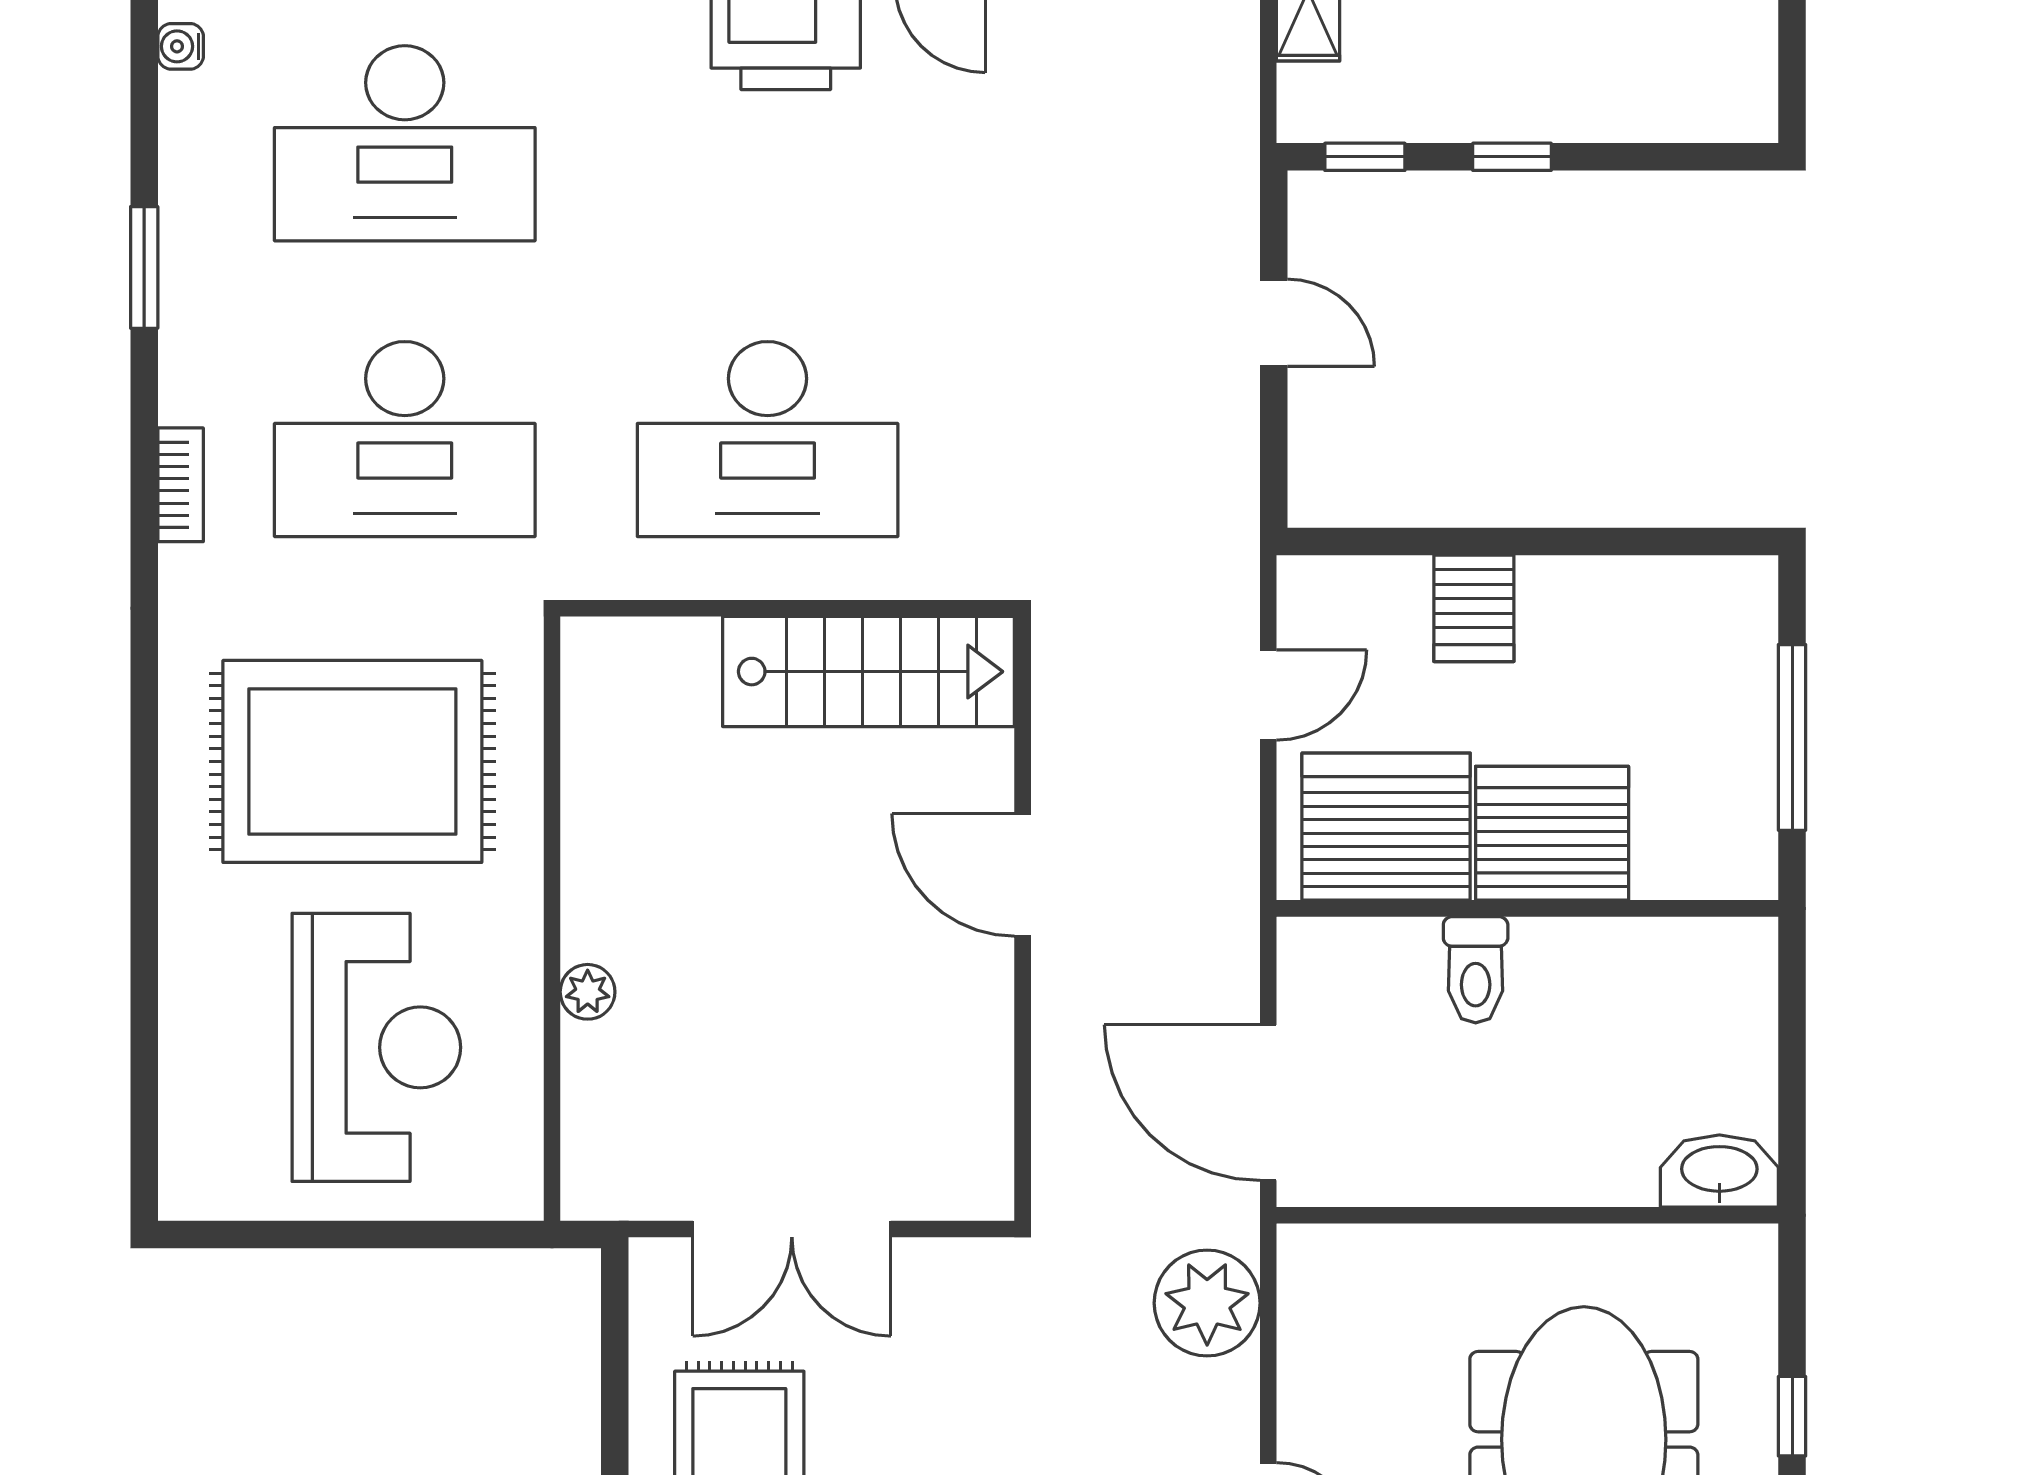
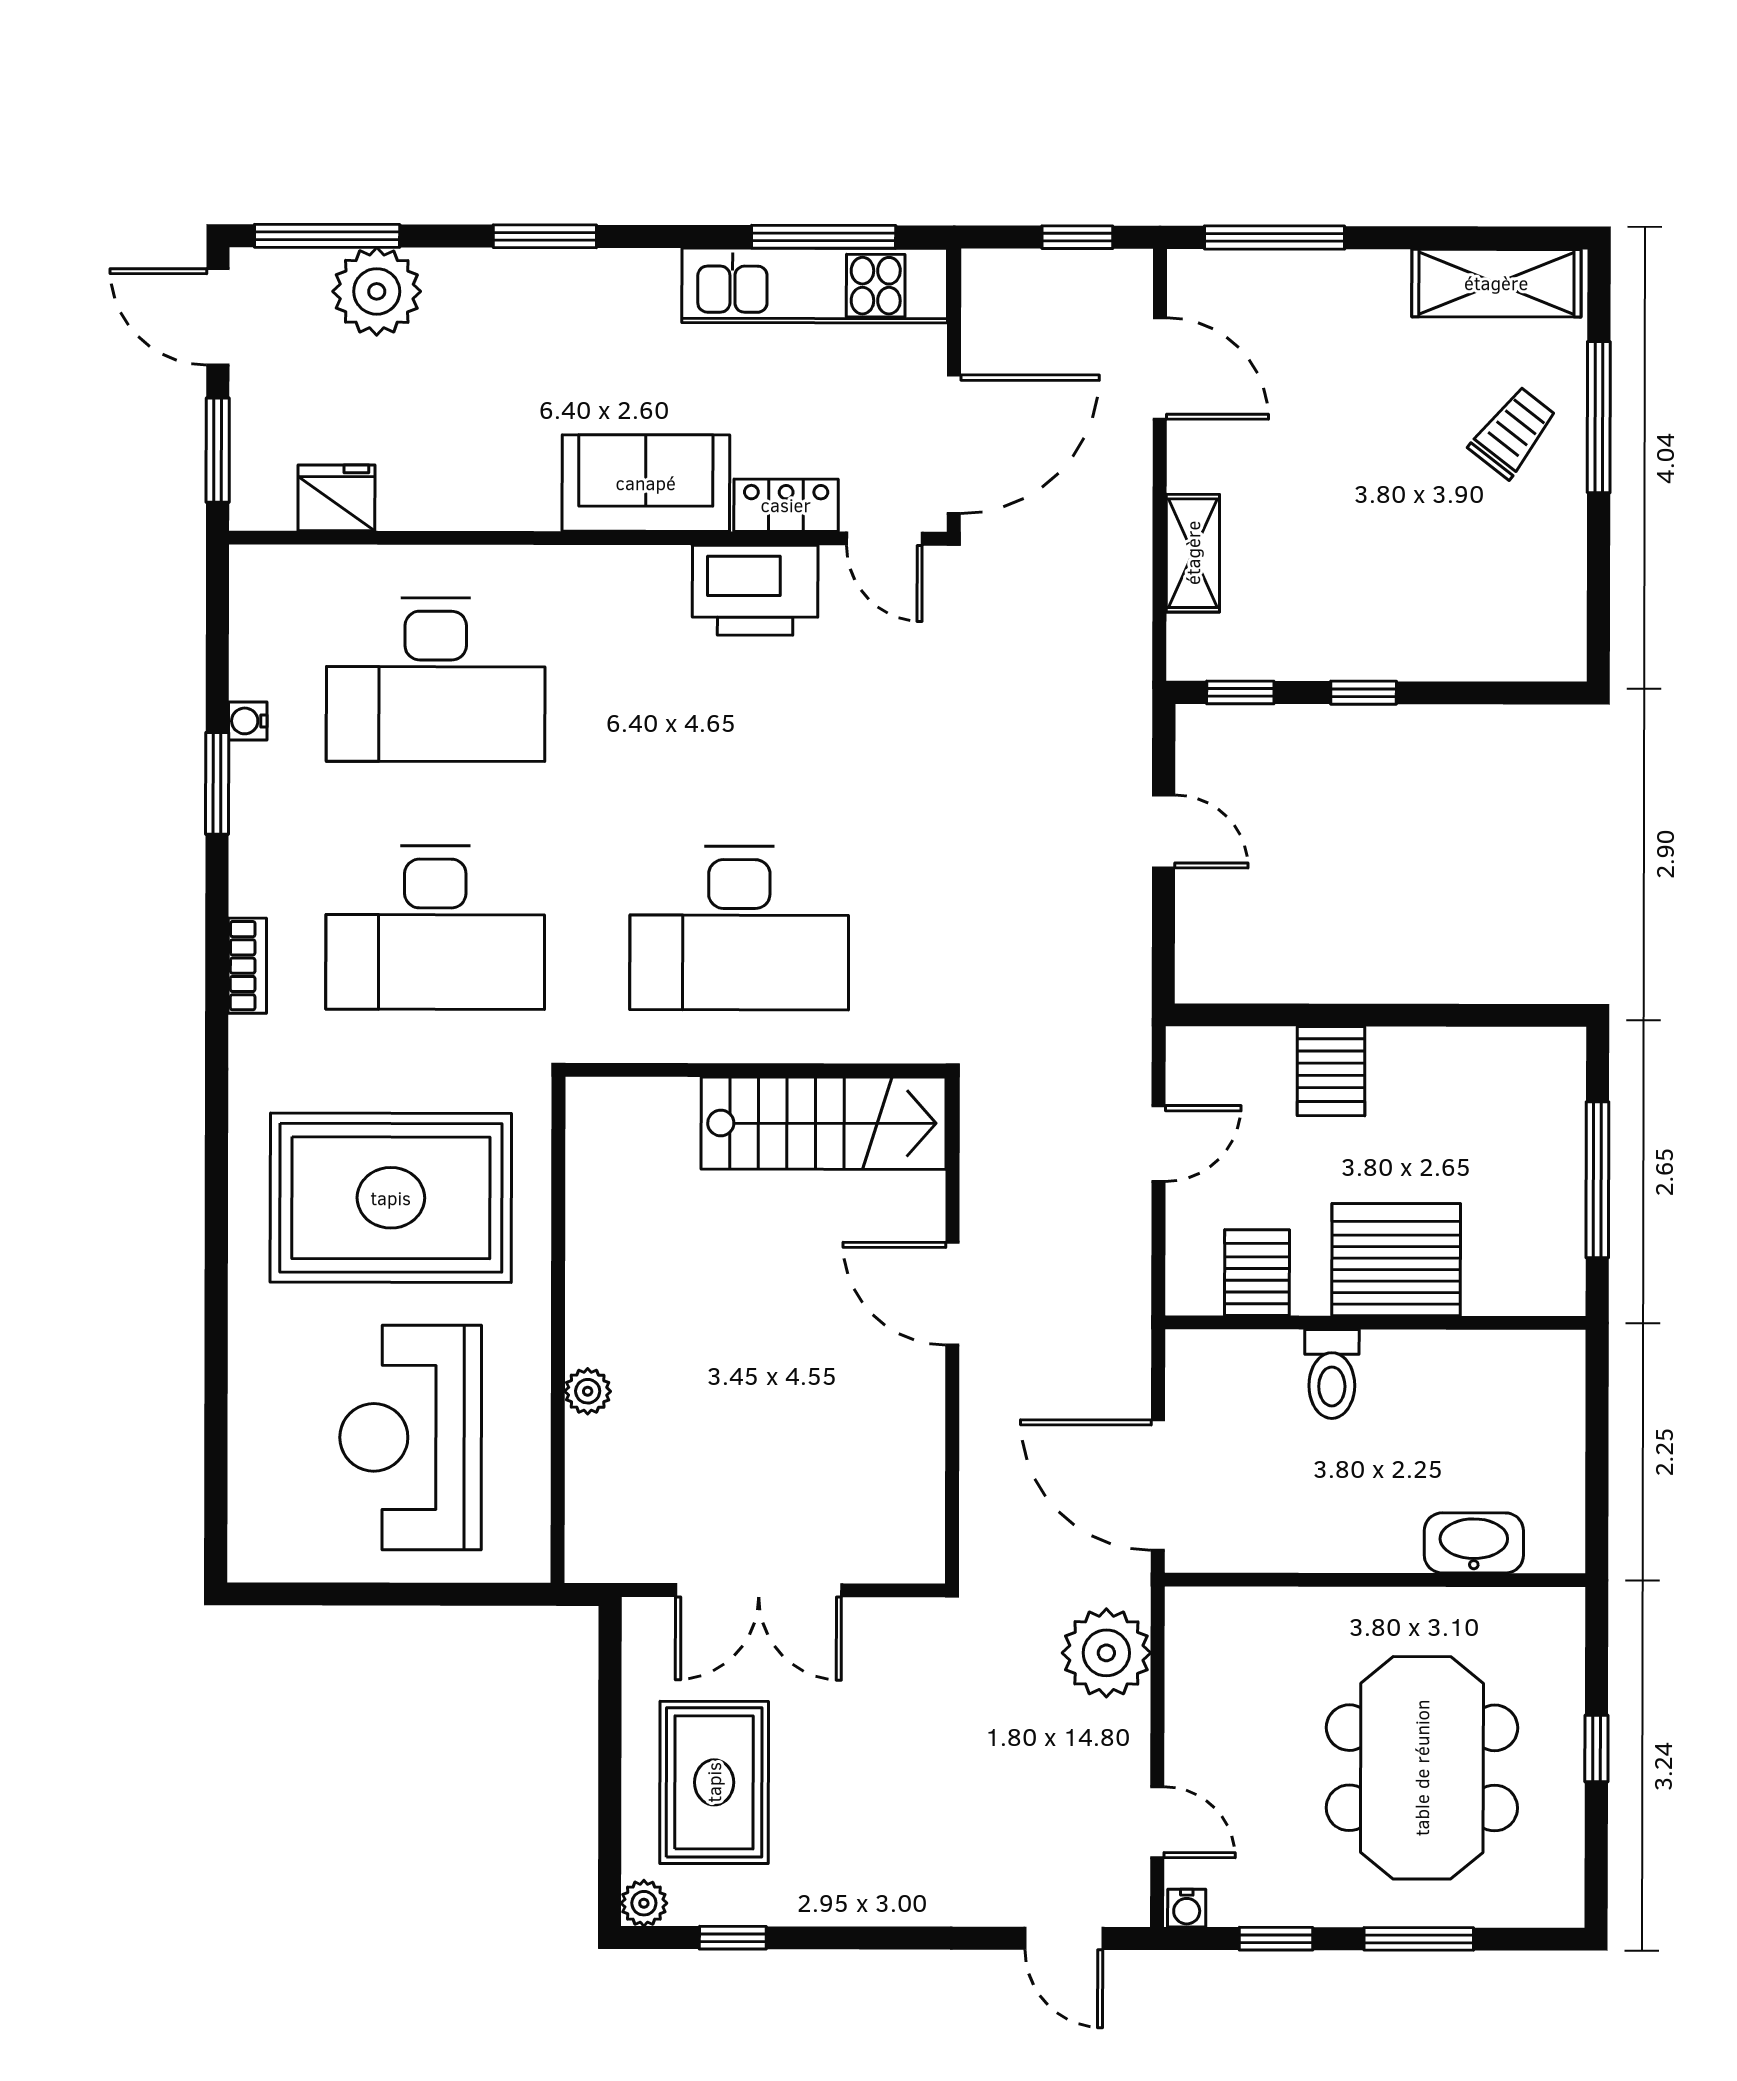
water cooler: (181, 46) -> (248, 721), moved
server rack: (1386, 827) -> (1257, 1273), width x0.46, depth x0.70
reception desk: (376, 1047) -> (411, 1437), turned 180
washbasin: (1719, 1171) -> (1474, 1543), moved

